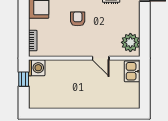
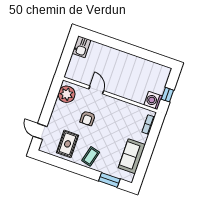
armchair: (78, 19) -> (88, 118), moved
kitchen sink: (132, 71) -> (81, 47), moved

